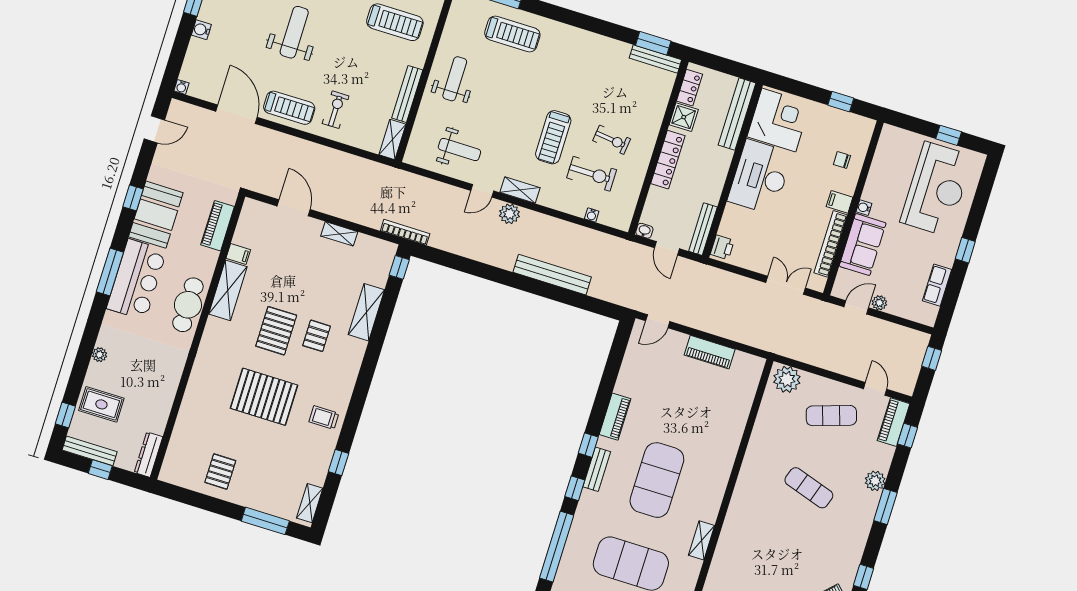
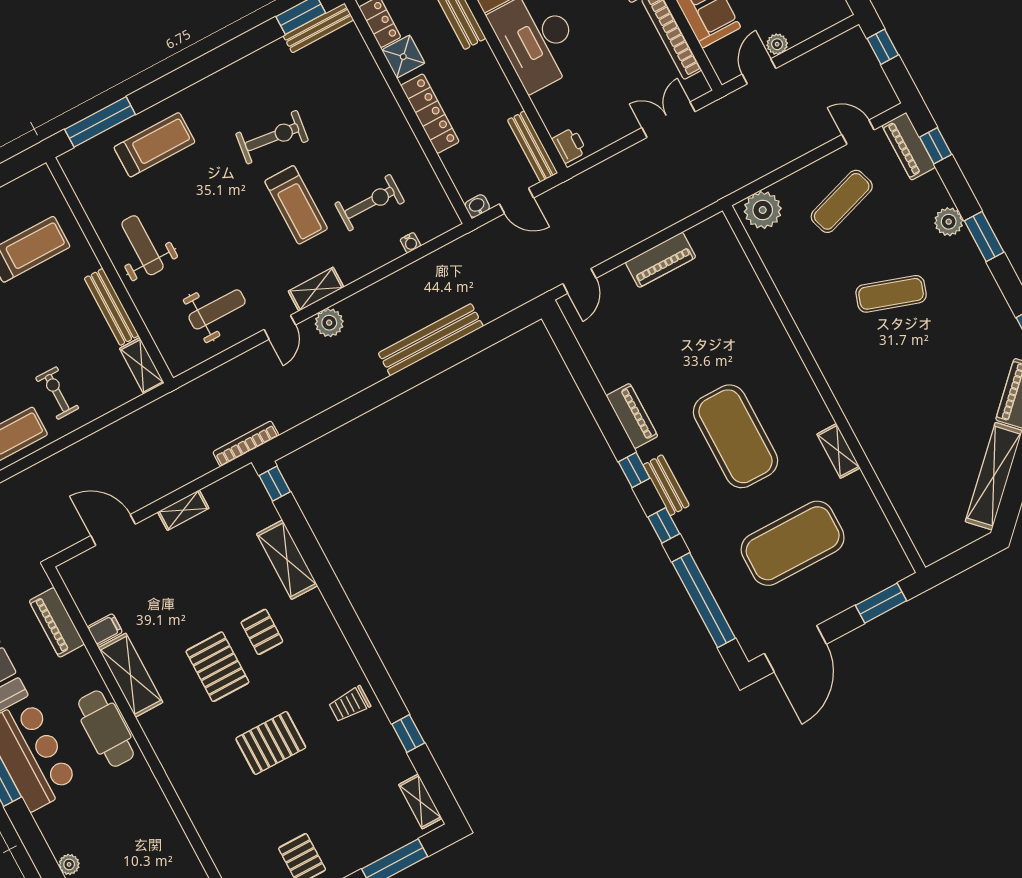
exercise bike: (612, 140) -> (272, 137), moved, width x1.38, depth x1.39
pallet: (264, 397) -> (271, 743), width x0.73, depth x0.71

